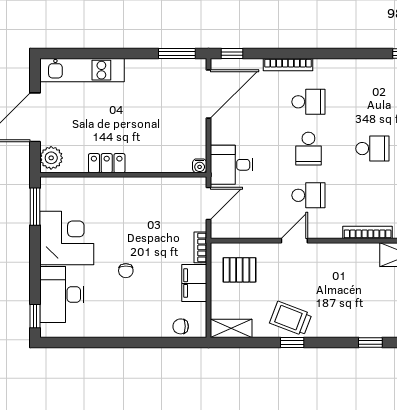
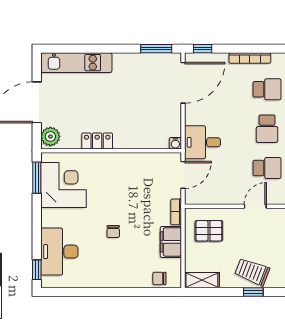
corner desk: (67, 238) -> (63, 185), moved

